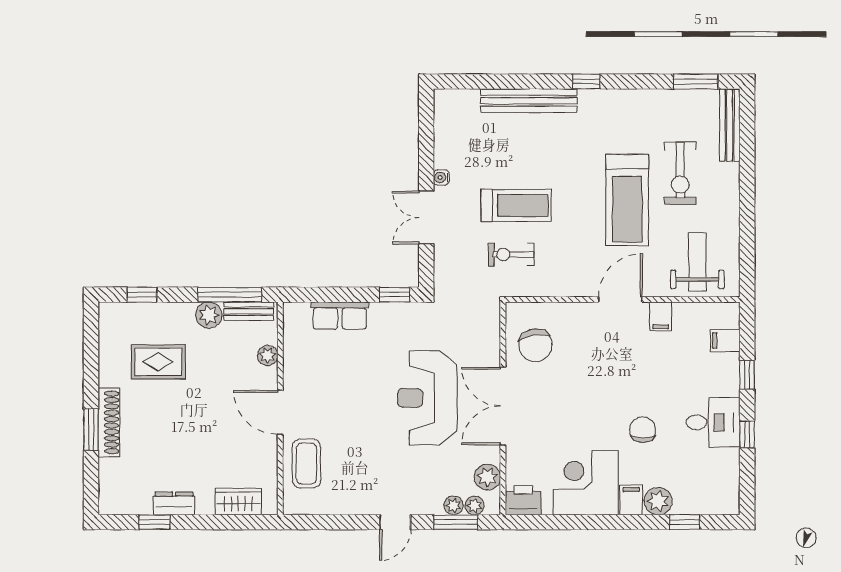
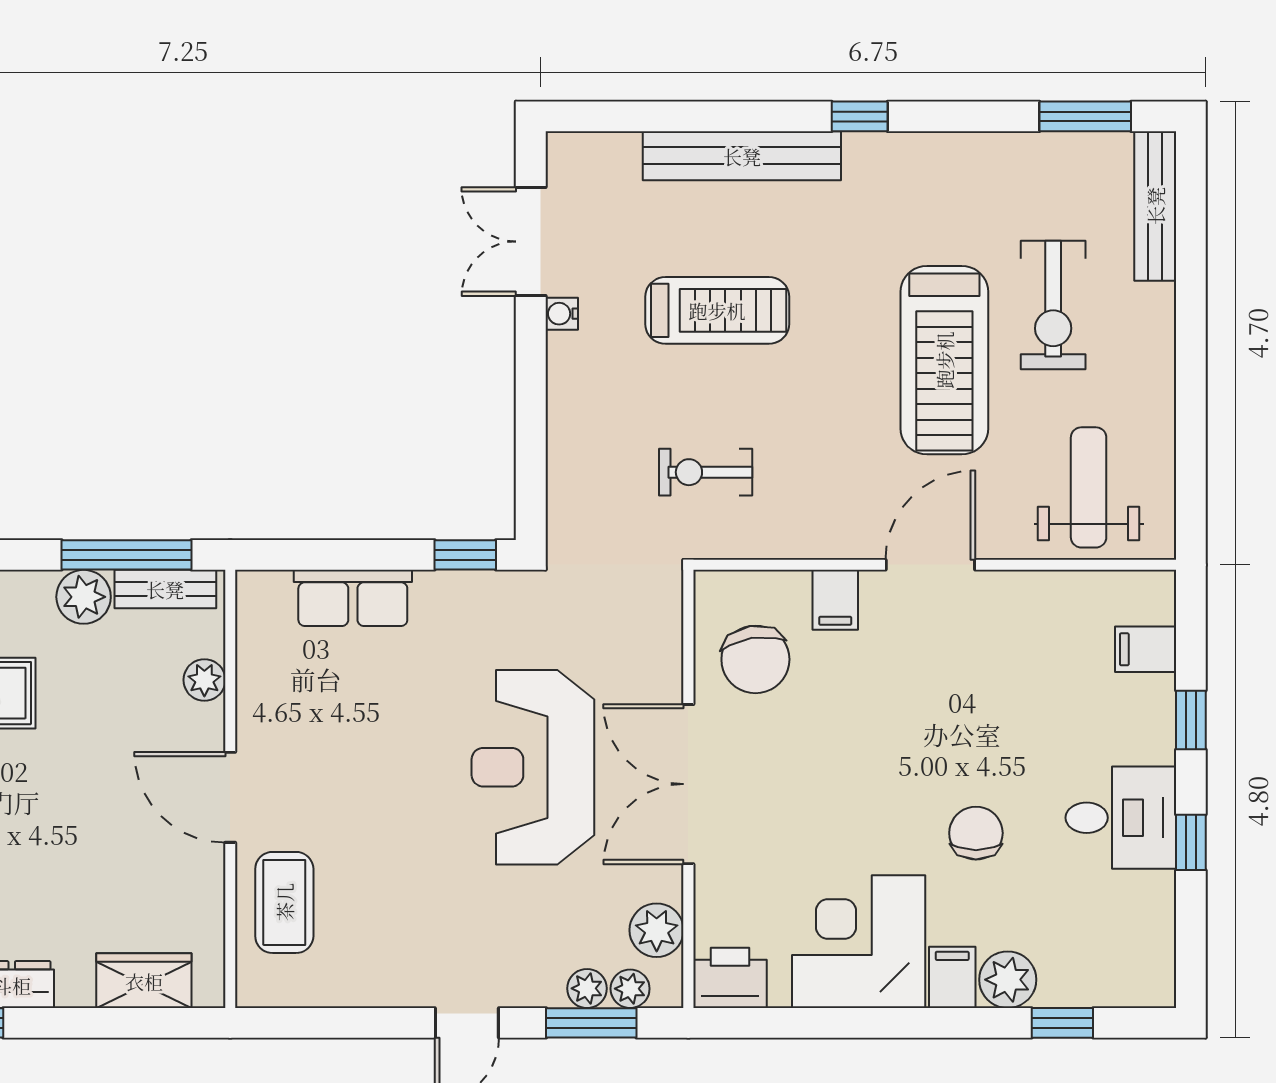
treadmill: (516, 205) -> (717, 310), moved
double door: (426, 218) -> (531, 242), moved
filing cabinet: (661, 316) -> (835, 600), moved

